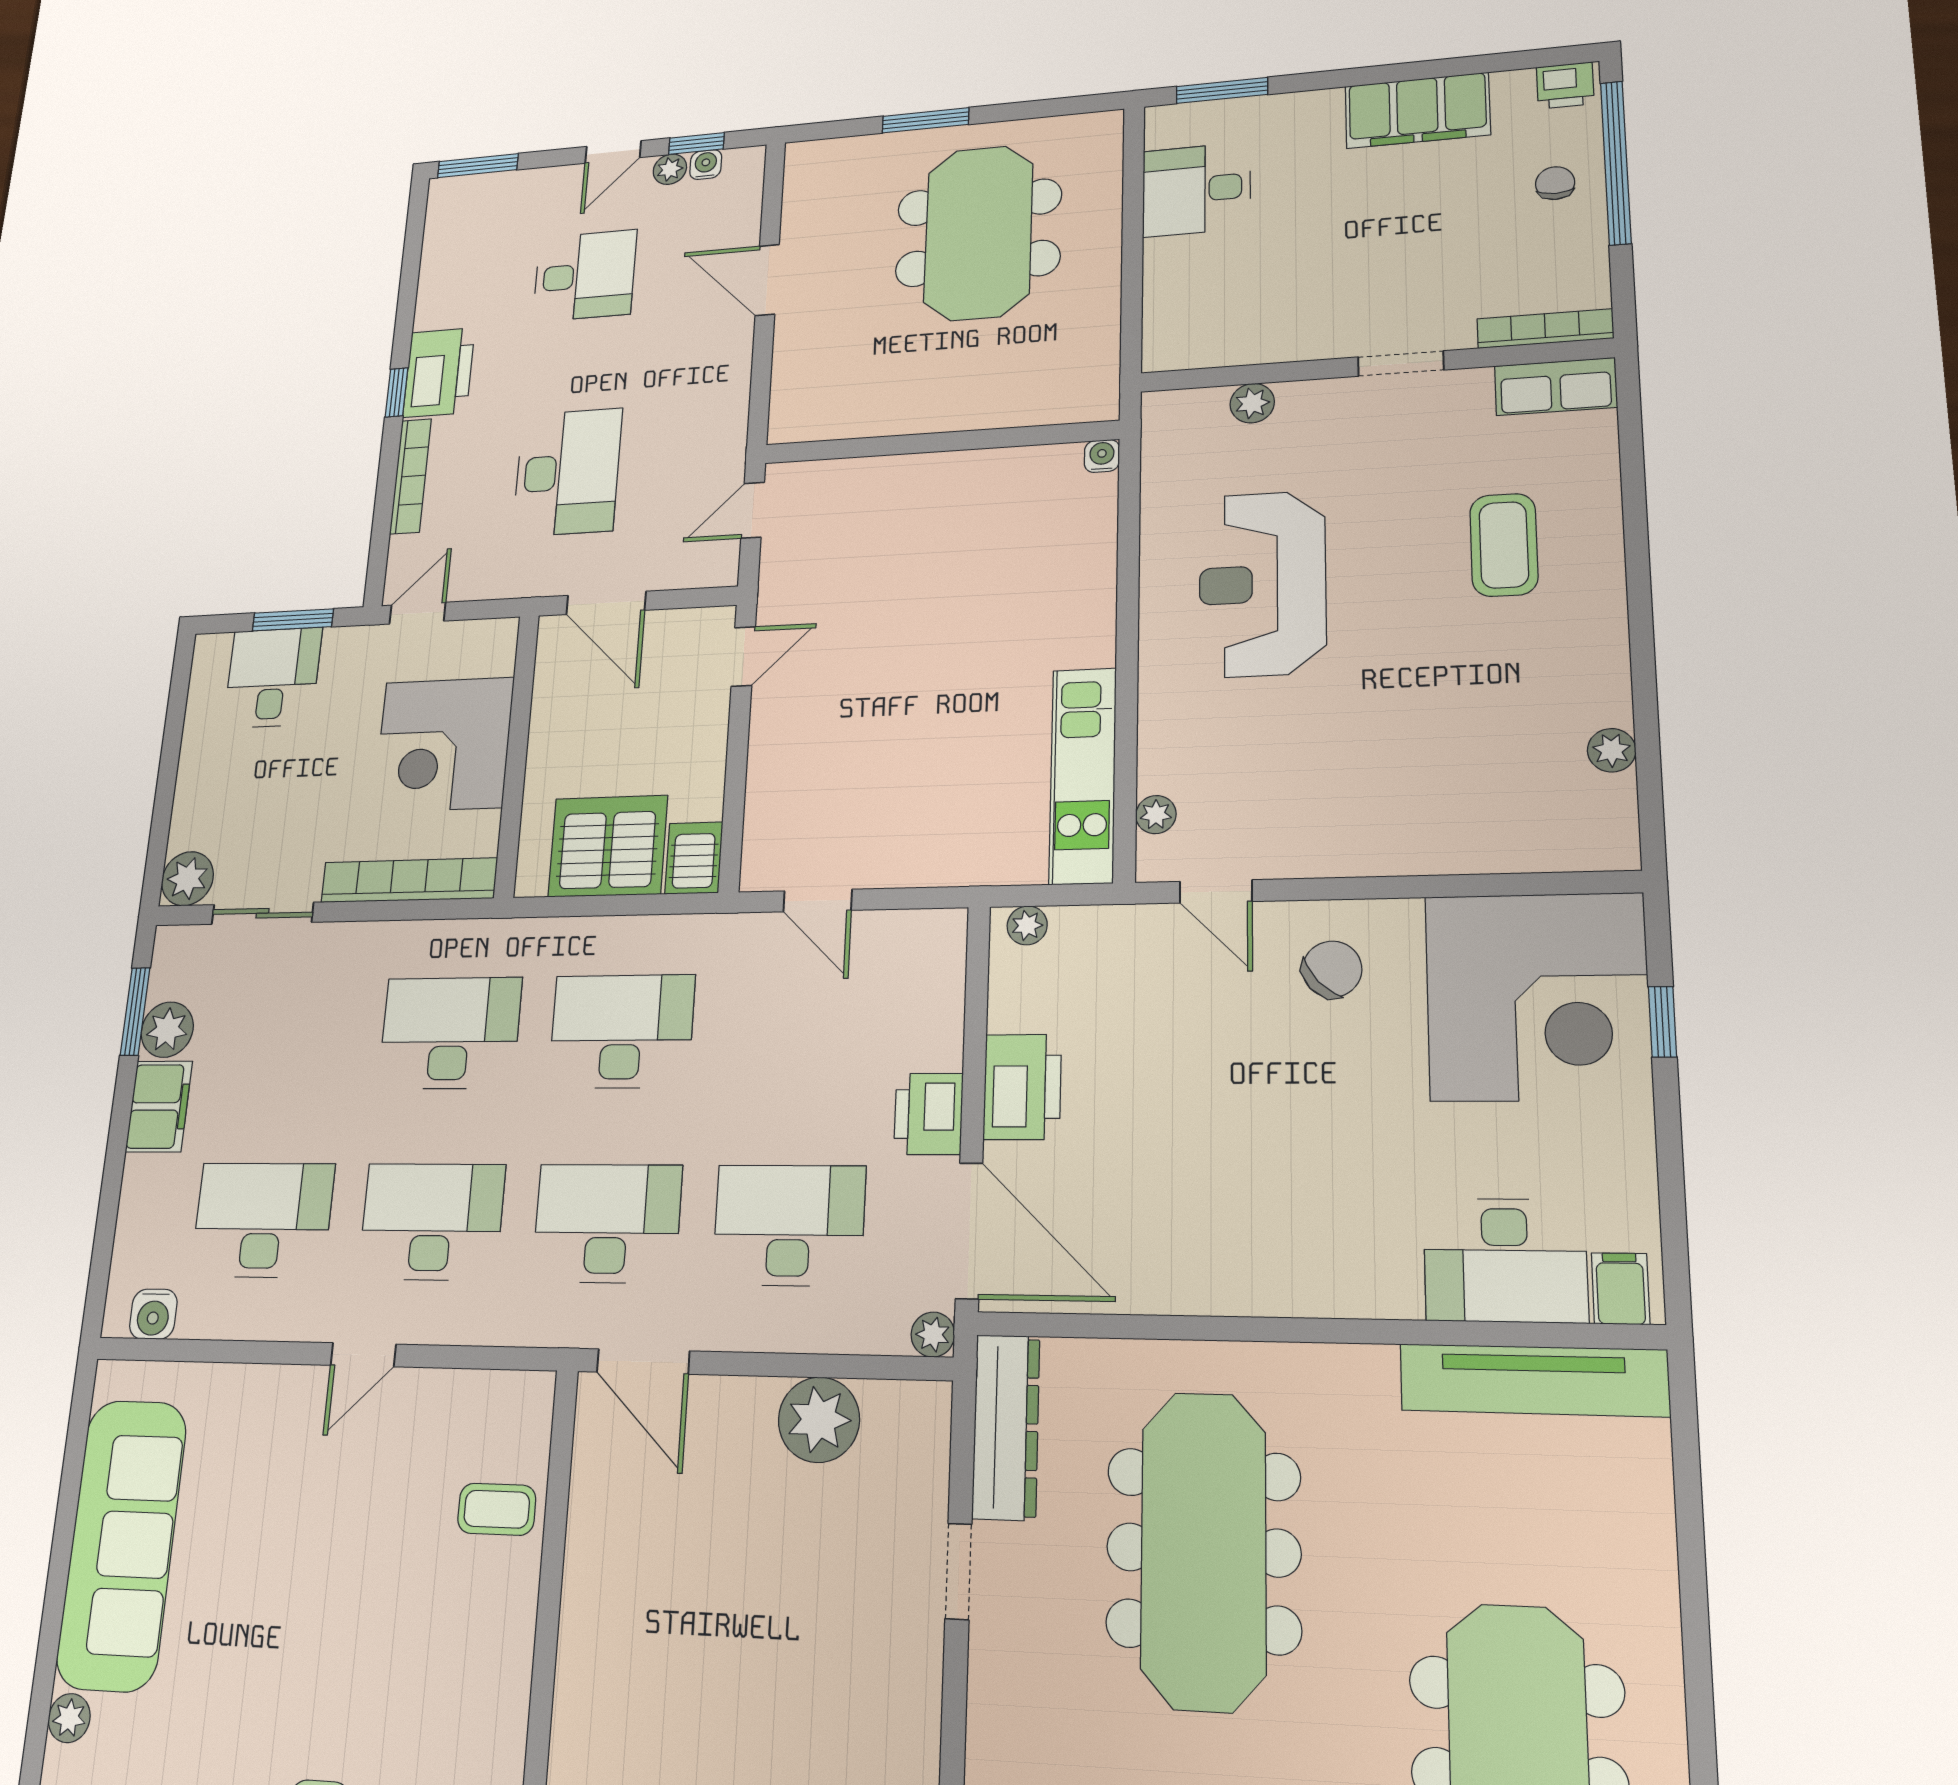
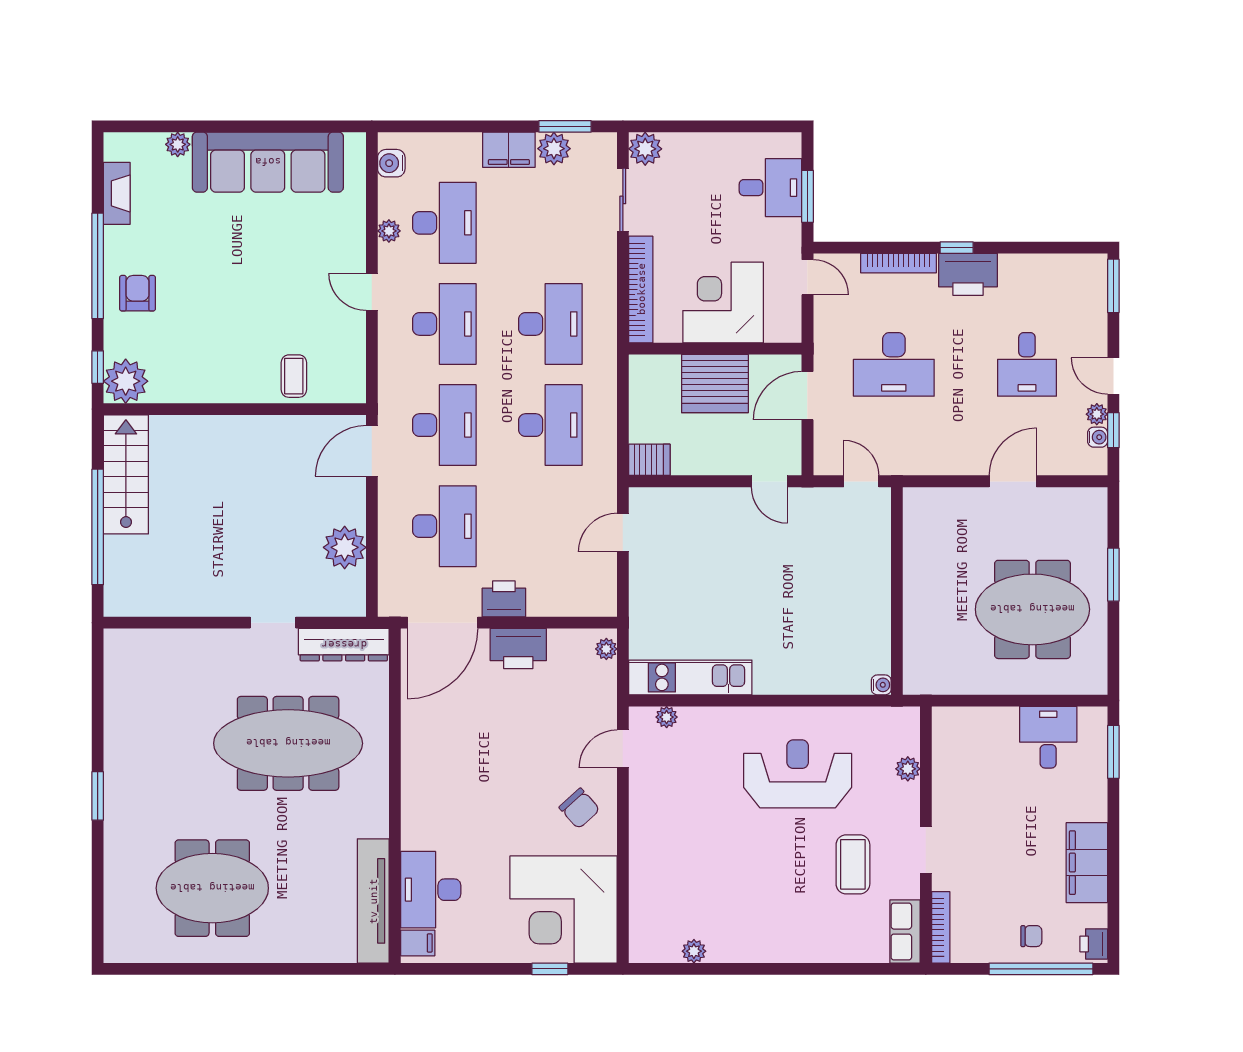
coffee table: (1504, 545) -> (853, 864), moved, turned 90
server rack: (608, 846) -> (715, 384), moved, turned 90
plant: (933, 1335) -> (389, 231), moved

